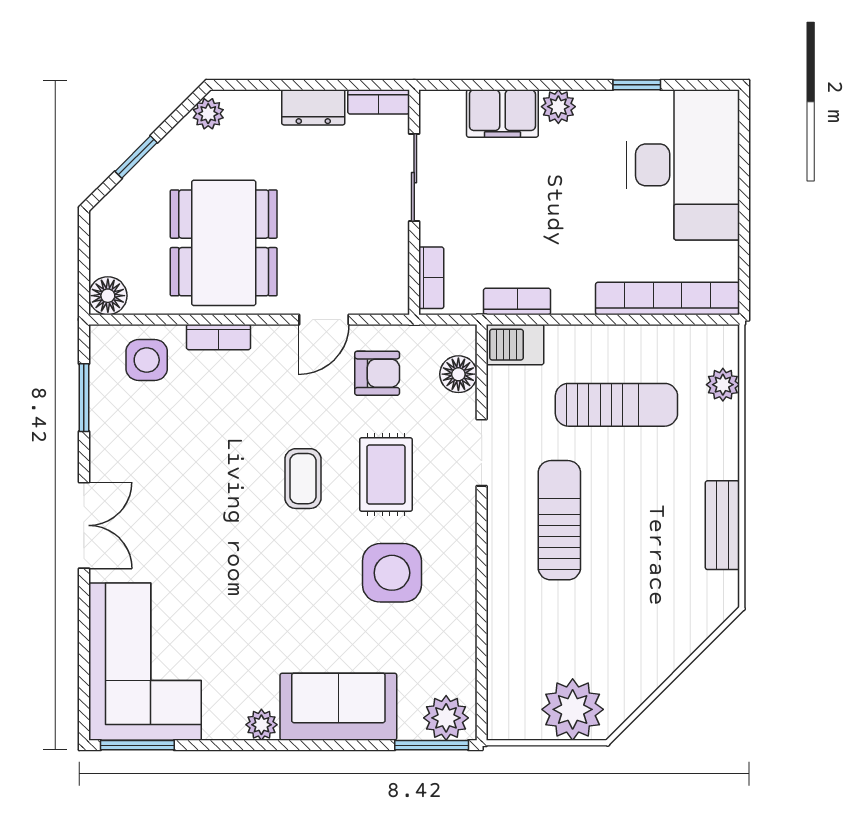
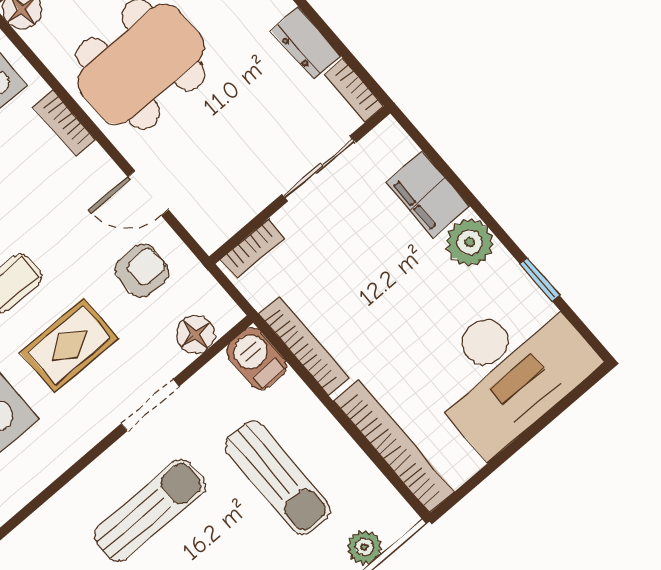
plant: (558, 107) -> (470, 242), width x1.38, depth x1.38
bookcase: (517, 301) -> (304, 346), width x1.56
armchair: (377, 373) -> (142, 271), turned -90

